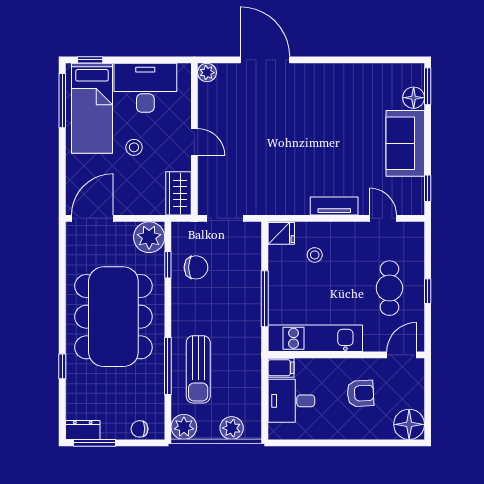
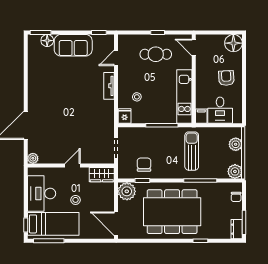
sun lounger: (198, 369) -> (192, 151), moved, turned -90
armchair: (360, 393) -> (226, 78), moved

